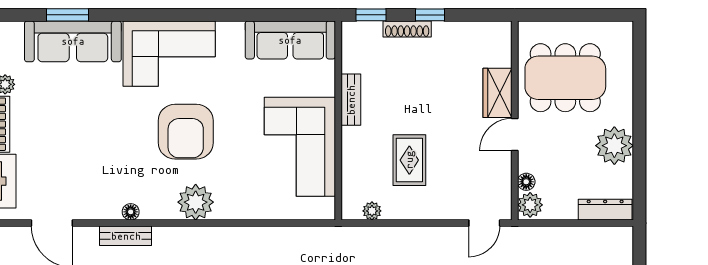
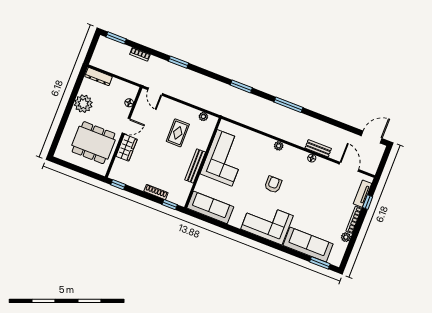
window: (68, 15) -> (320, 263), moved
window: (430, 15) -> (118, 185), moved
bench: (351, 100) -> (195, 166), width x1.36
armchair: (186, 132) -> (273, 184), width x0.53, depth x0.53
plant: (196, 202) -> (279, 146), width x0.53, depth x0.53
plant: (530, 205) -> (131, 92), removed
door: (484, 223) -> (155, 92), swing flipped

